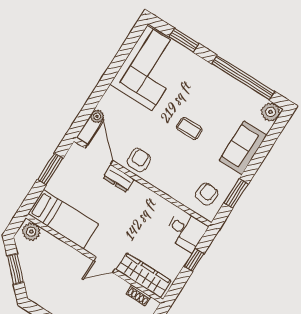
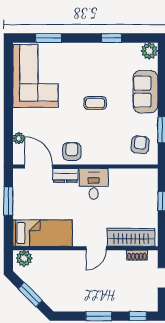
window: (243, 78) -> (112, 38), width x0.32
desk: (186, 231) -> (94, 184), moved, turned -90

